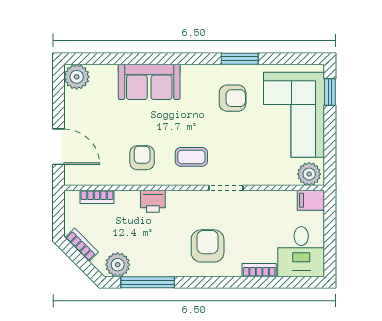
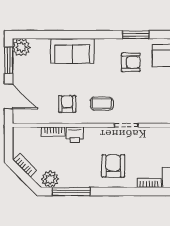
window: (59, 95) -> (9, 60), added
bookcase: (97, 197) -> (53, 132), moved

